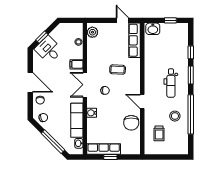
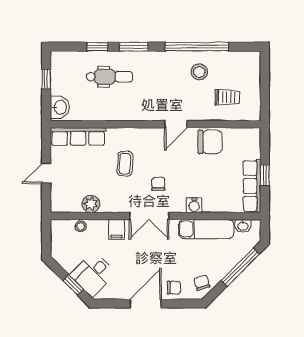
door: (122, 20) -> (46, 173), moved
plant: (92, 32) -> (91, 204), moved
dental chair: (171, 83) -> (110, 77), moved

